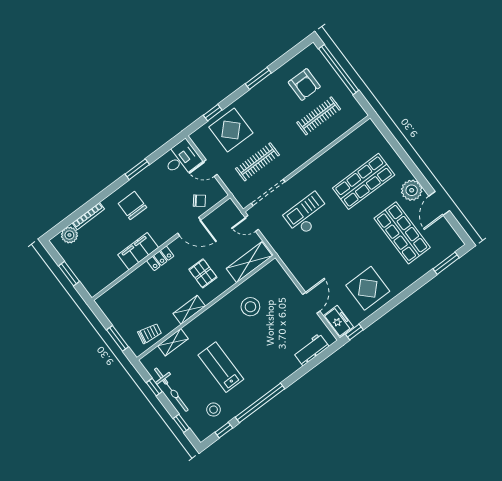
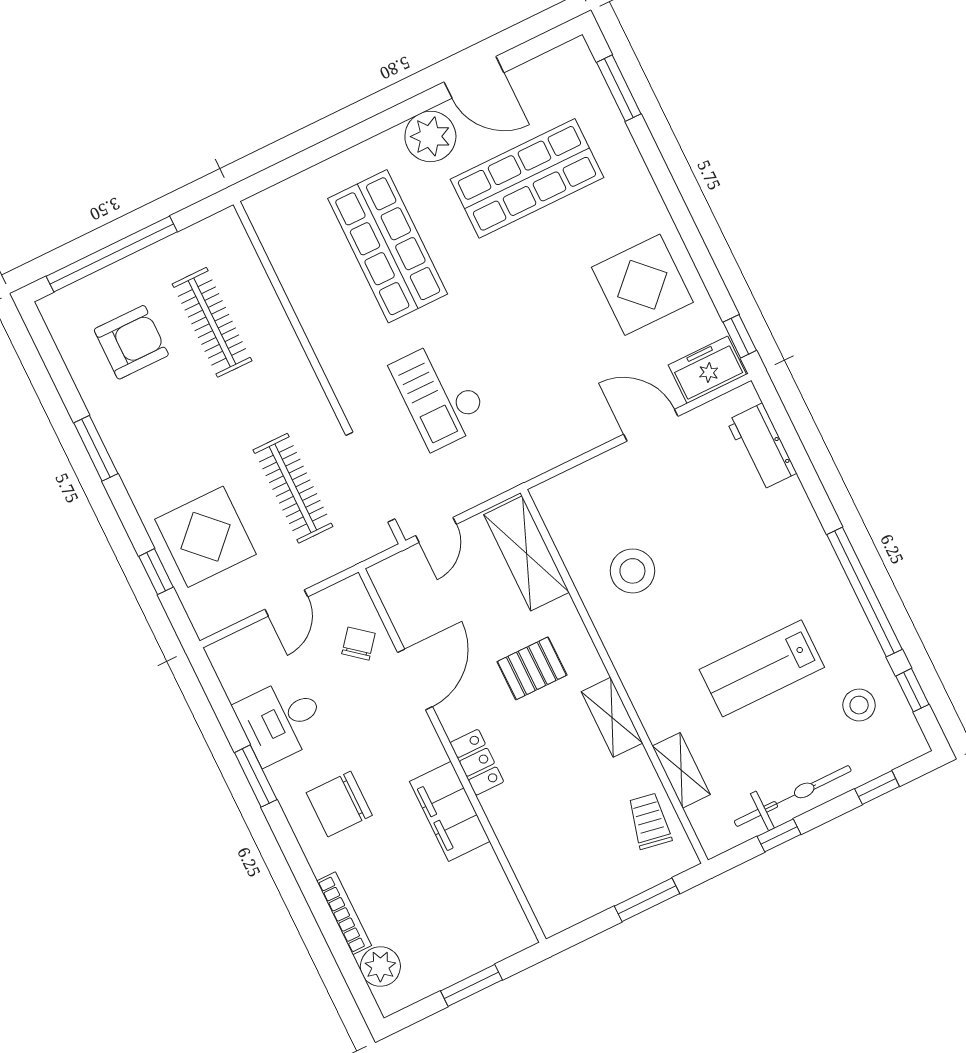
desk: (182, 159) -> (281, 720), moved, turned -90

